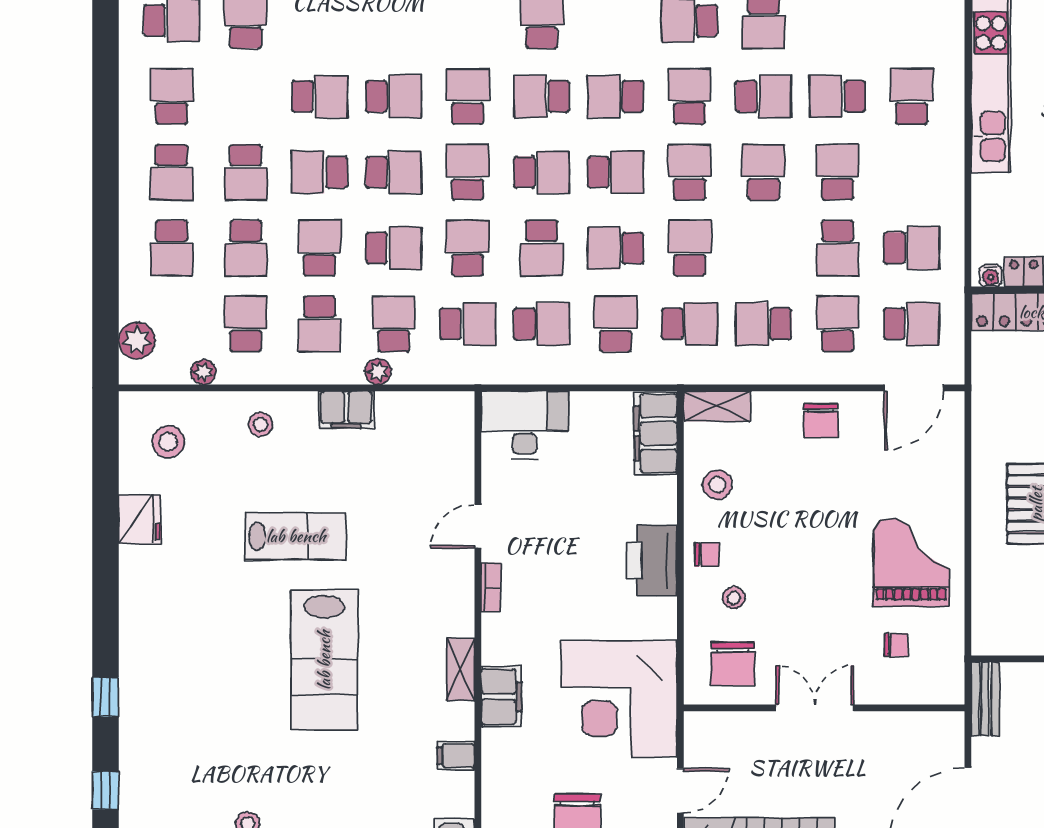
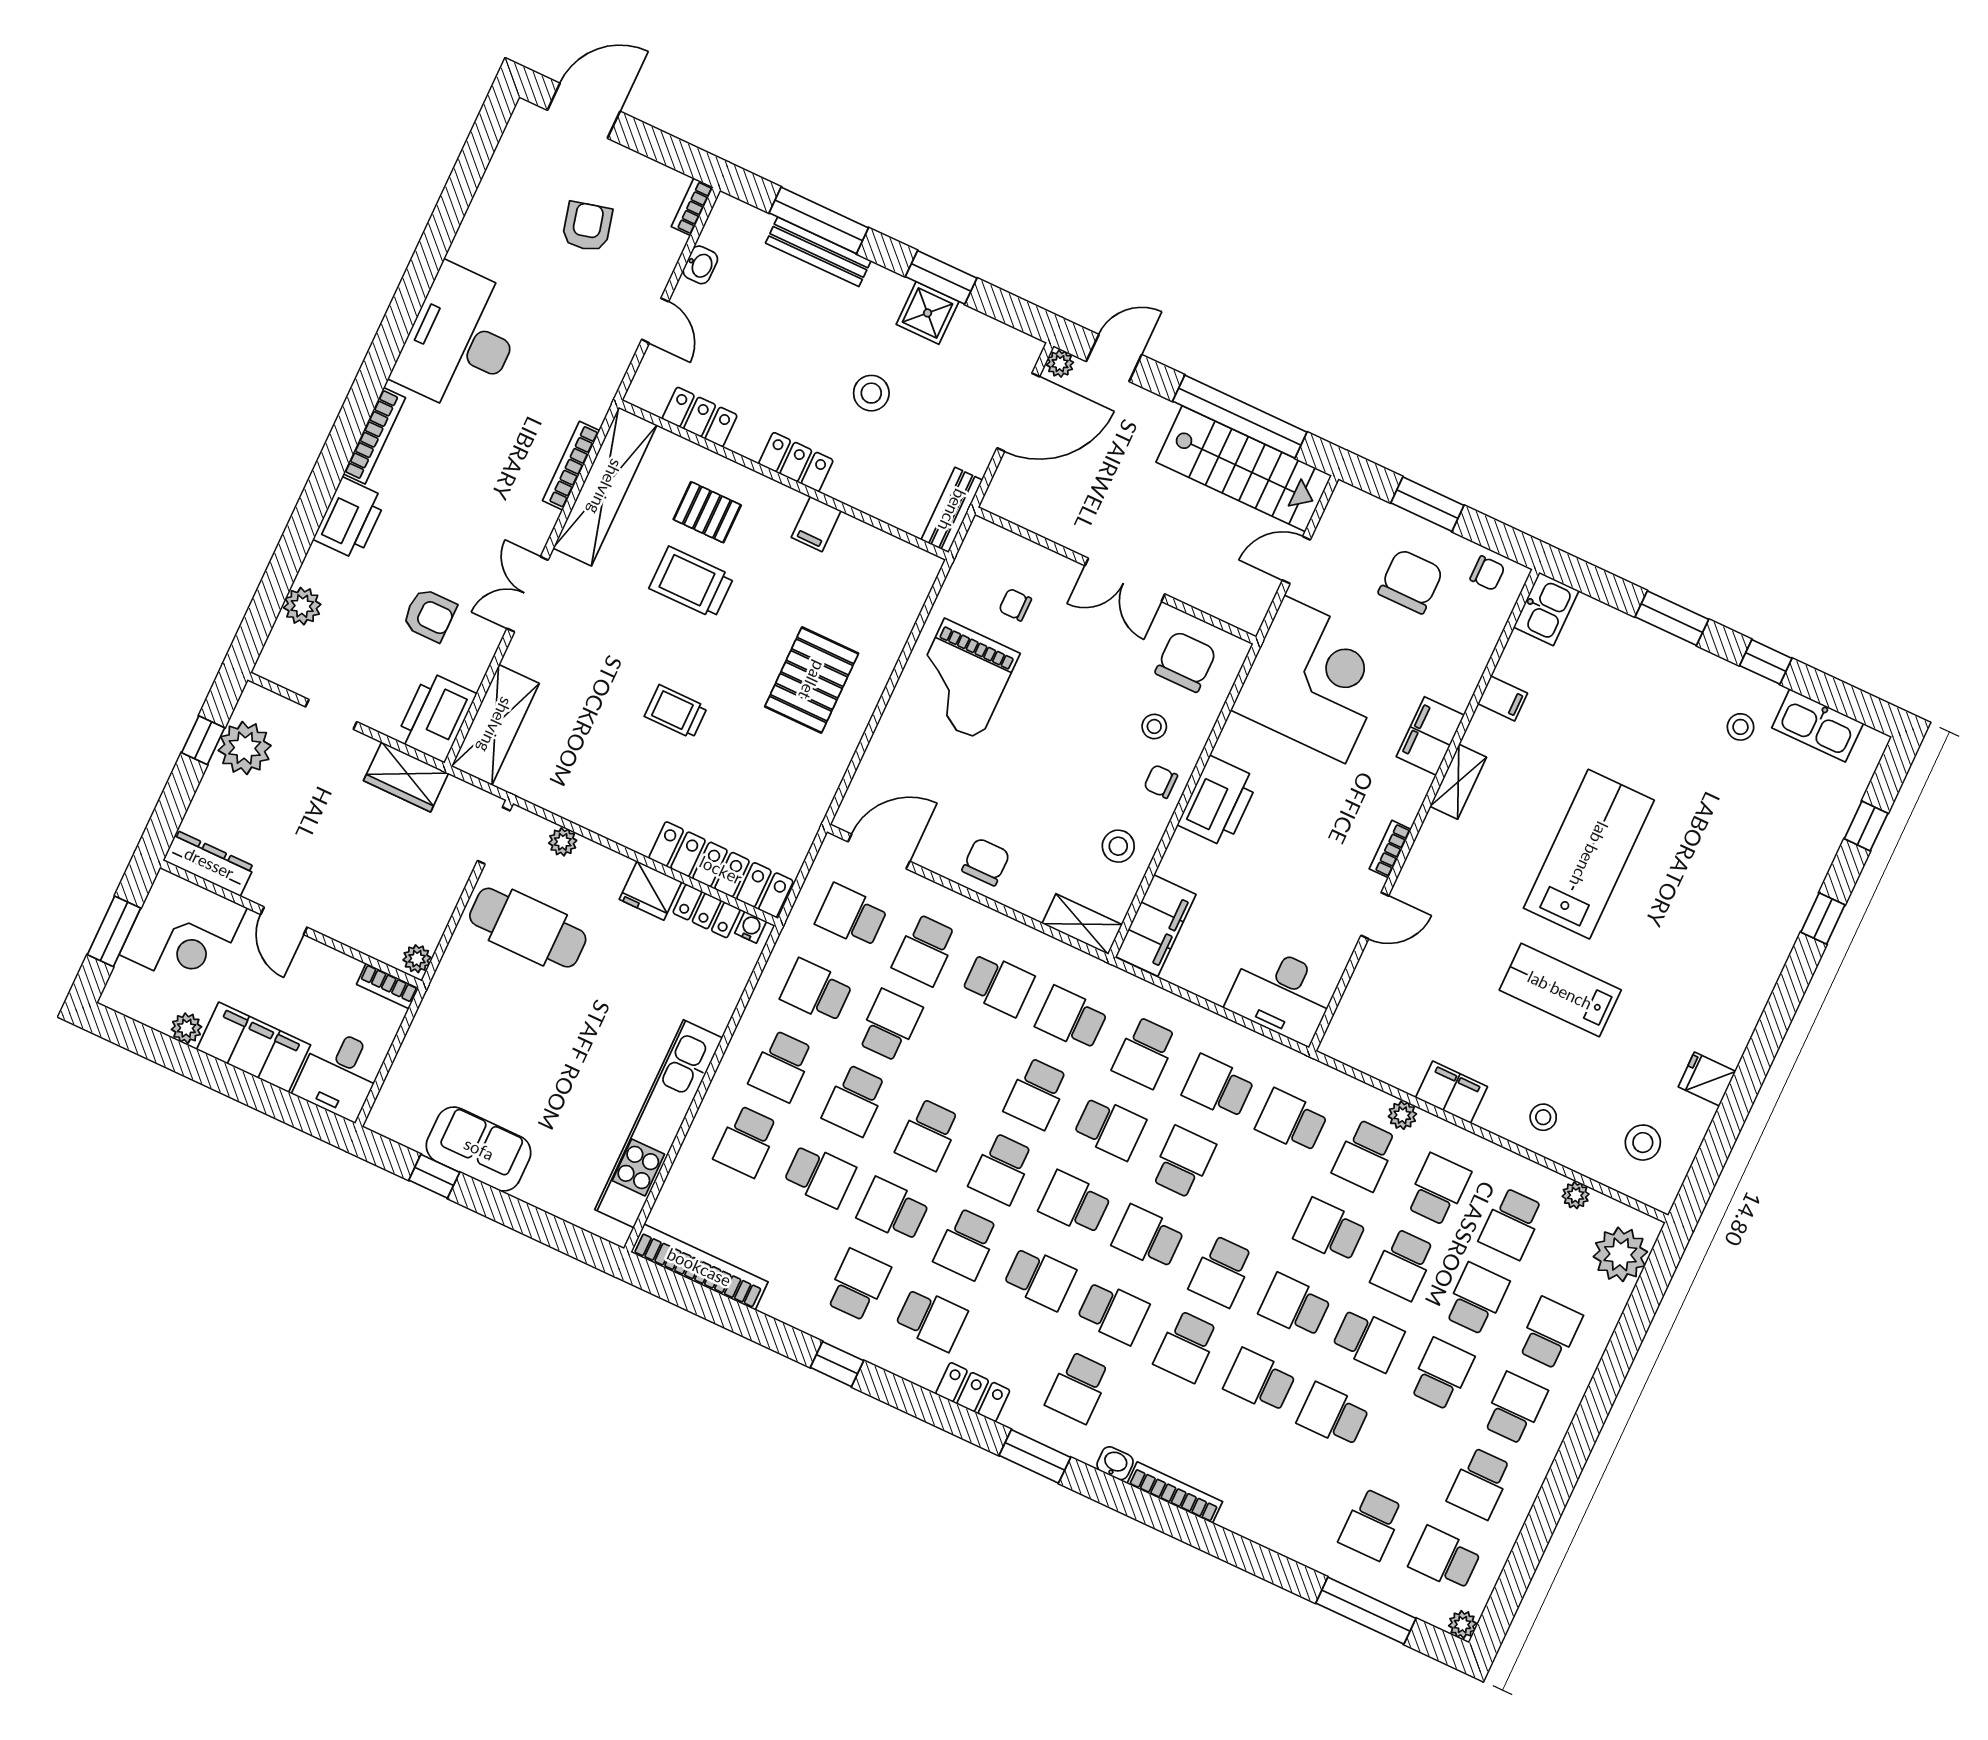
school desk: (468, 248) -> (781, 1066), moved
plant: (137, 340) -> (1620, 1254), width x1.36, depth x1.36
fridge: (140, 519) -> (1707, 1079), width x0.72

